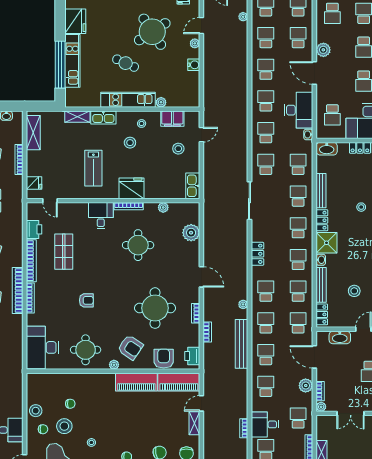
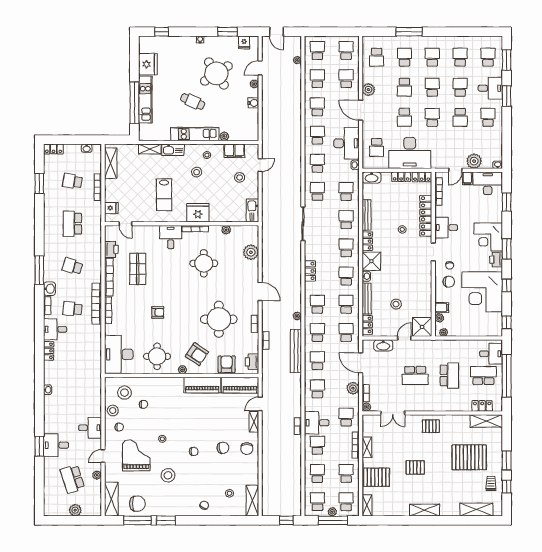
stool: (64, 426) -> (124, 393), moved

